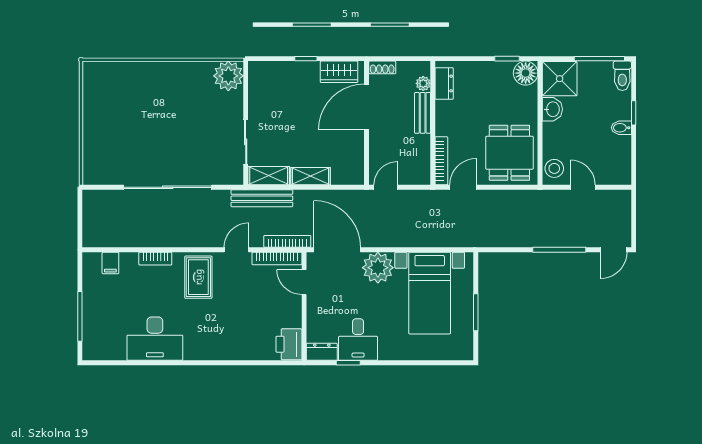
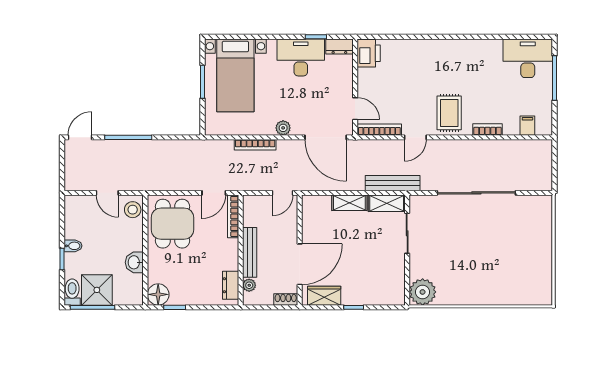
shower: (560, 79) -> (97, 290), moved
bench: (423, 113) -> (250, 252), width x1.36
bookcase: (287, 241) -> (255, 145), moved
plant: (378, 268) -> (283, 128), width x0.53, depth x0.53
bed with nightstands: (430, 293) -> (235, 75), moved, turned 180
desk: (155, 339) -> (528, 58), moved
desk: (358, 340) -> (301, 57), width x1.37

